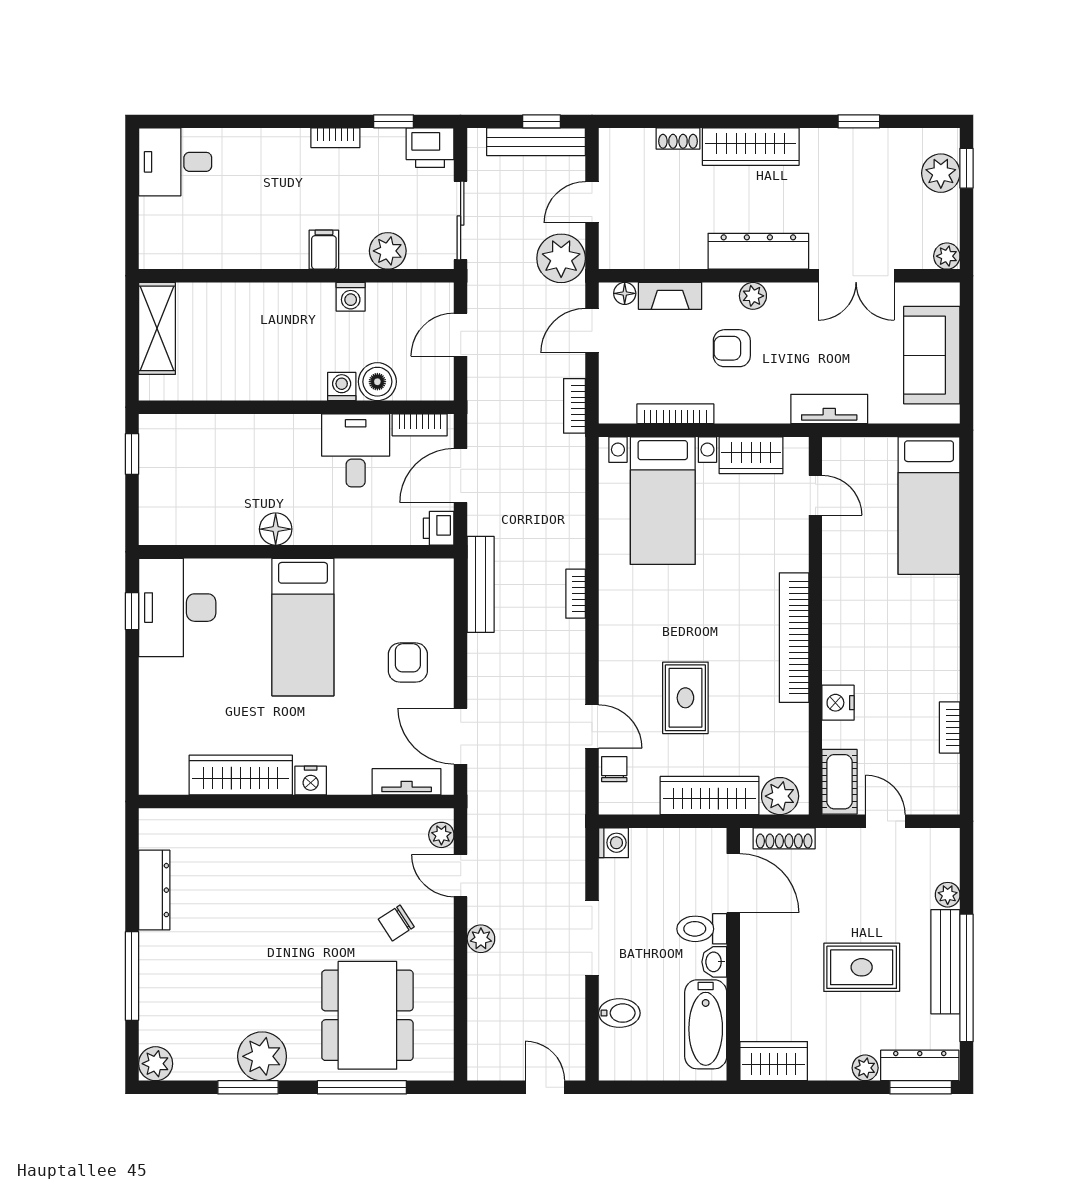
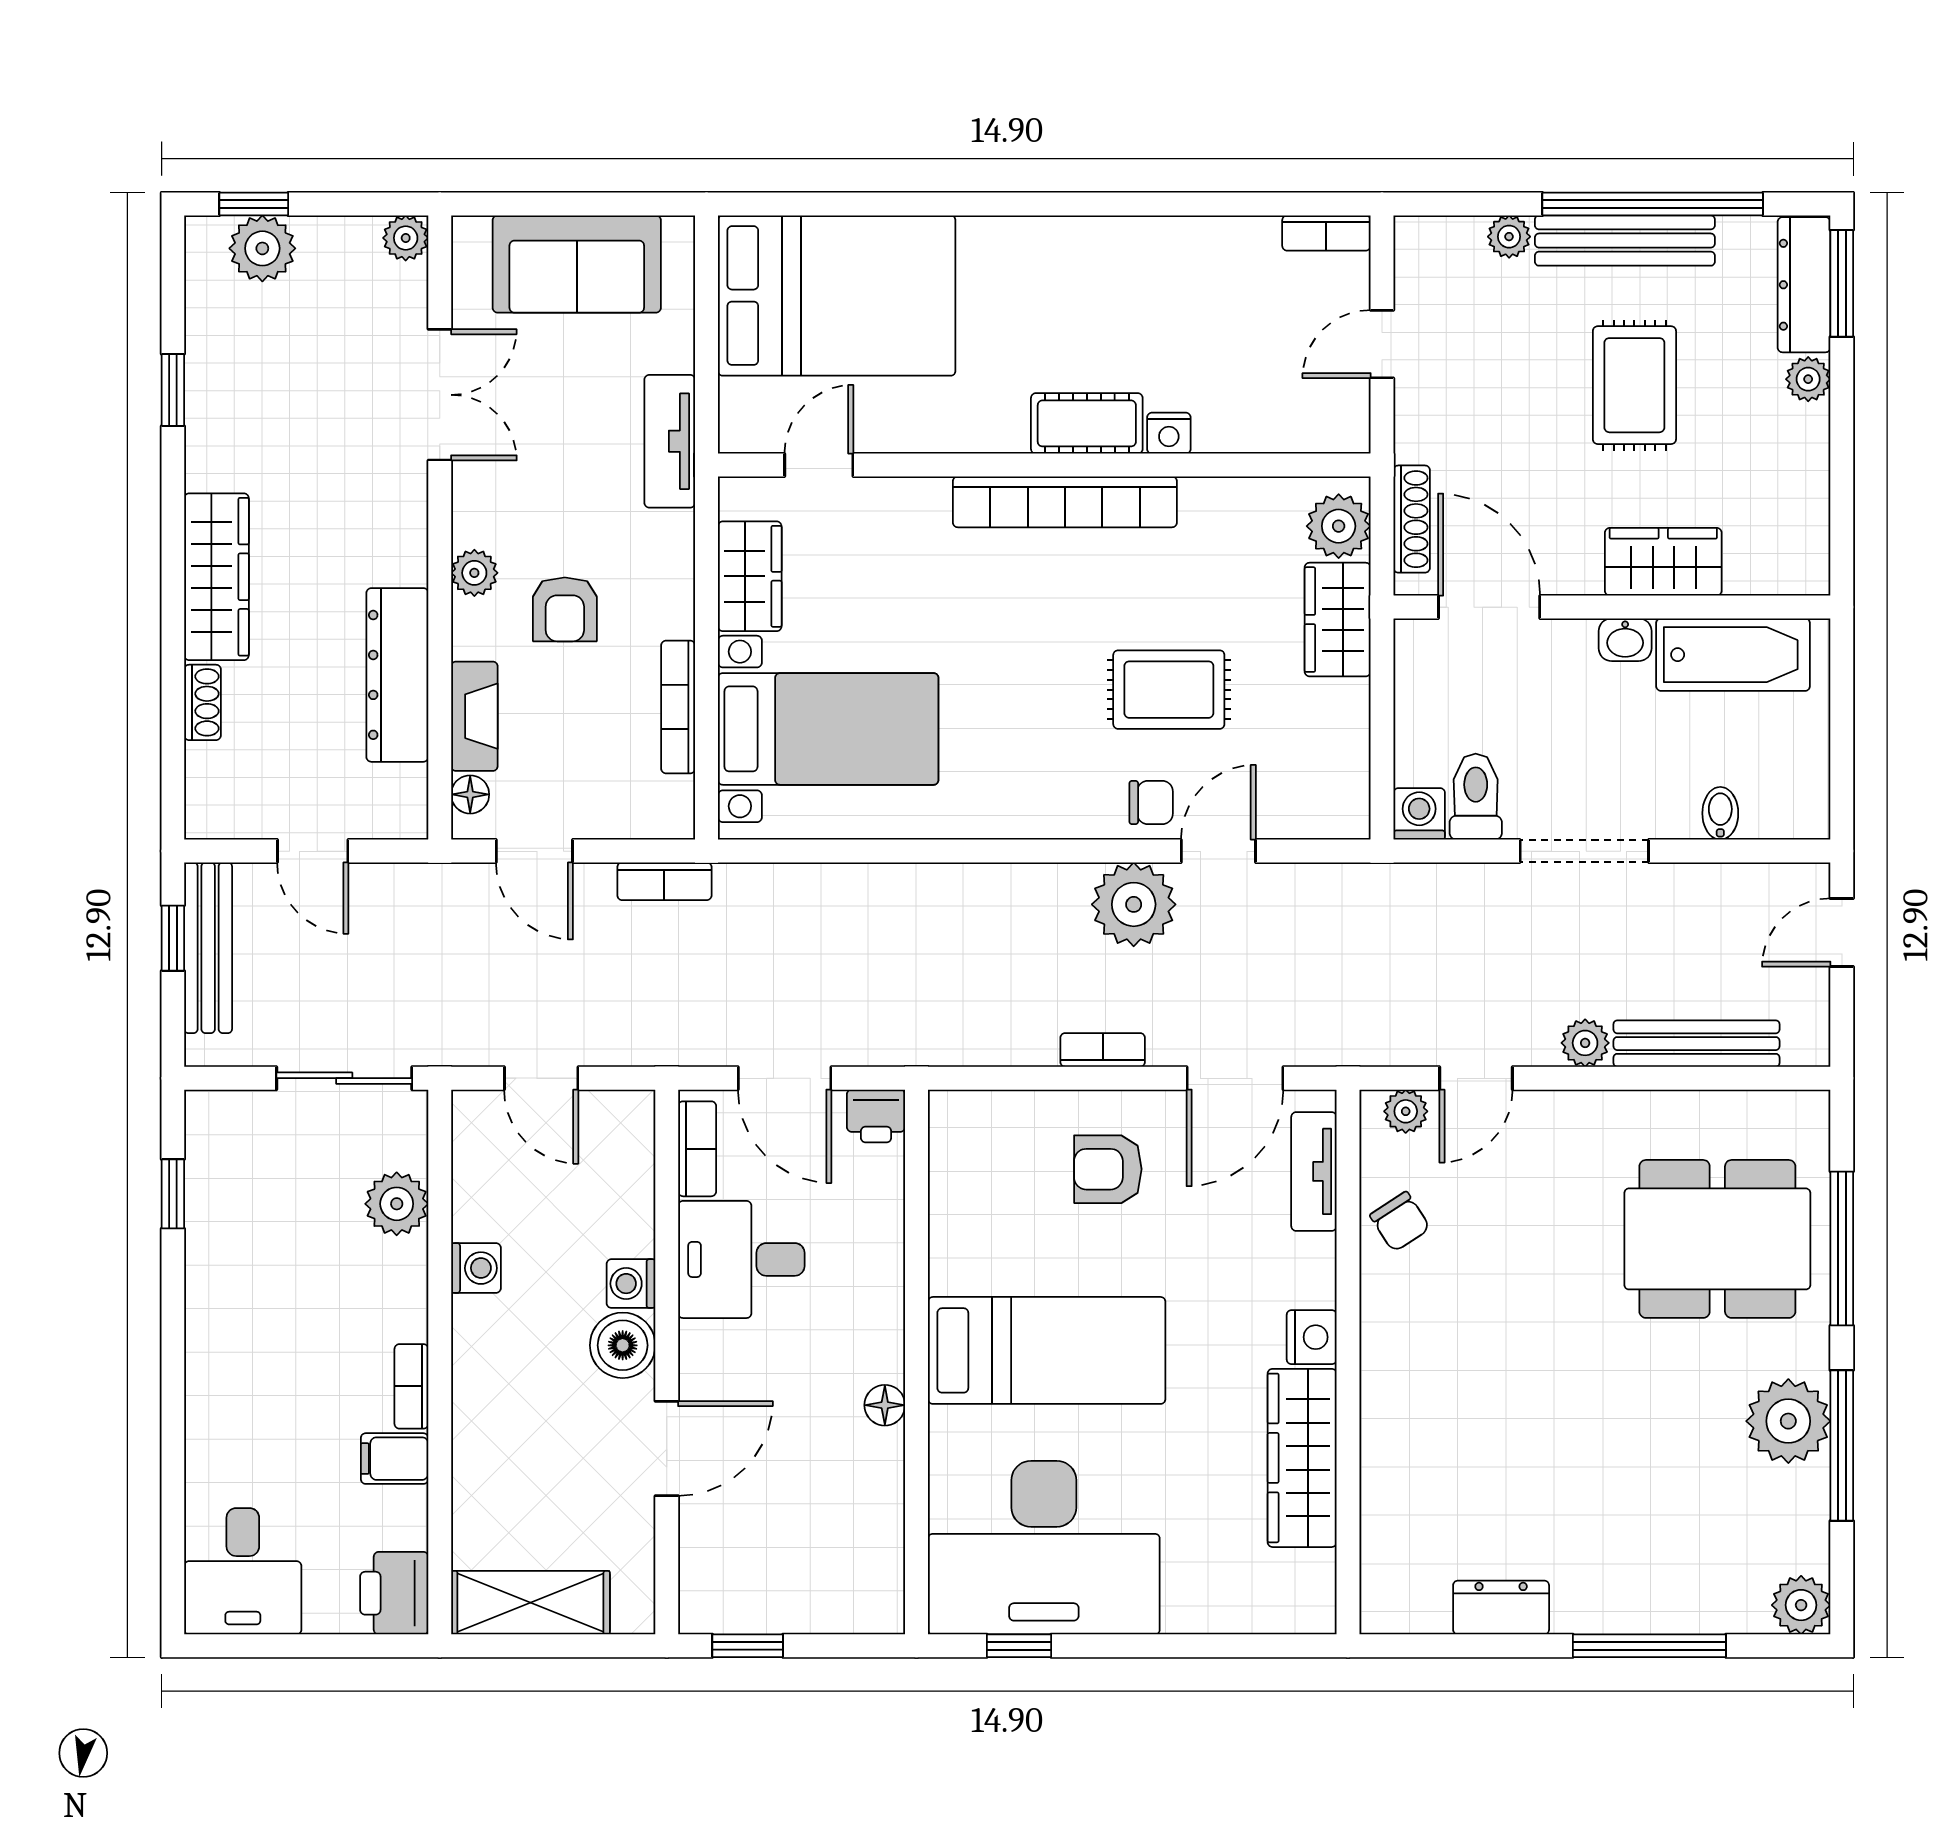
bookcase: (335, 138) -> (411, 1386), moved, turned 180
printer: (430, 148) -> (394, 1593), moved, turned 180
filing cabinet: (324, 250) -> (395, 1459), moved
dresser: (758, 251) -> (397, 675), moved
plant: (561, 258) -> (1134, 904), moved
boiler: (377, 382) -> (623, 1345), moved
door: (246, 407) -> (667, 1448), added
bed: (929, 506) -> (837, 296), width x1.50
floor lamp: (276, 529) -> (885, 1405), width x0.73, depth x0.73
bench: (481, 584) -> (1696, 1044), moved
bookcase: (576, 594) -> (1103, 1050), moved, turned 180
desk: (177, 608) -> (1044, 1548), width x1.36, depth x1.30
nightstand: (838, 703) -> (1169, 433), width x0.72, depth x0.74
bookcase: (950, 727) -> (1326, 233), moved
chair: (614, 769) -> (1151, 803), moved, turned 180
cot: (839, 782) -> (1087, 423), moved
wardrobe: (710, 796) -> (1338, 620), width x0.67
door: (733, 883) -> (1489, 607), hinge flipped
dresser: (154, 890) -> (1501, 1607), width x0.70
chair: (396, 923) -> (1400, 1222), moved
toilet: (702, 929) -> (1476, 797), moved, turned 180
bidet: (619, 1013) -> (1720, 813), width x0.72, depth x0.74
wardrobe: (774, 1061) -> (1663, 562), moved, turned 90
window: (248, 1087) -> (1842, 1445), width x1.44

